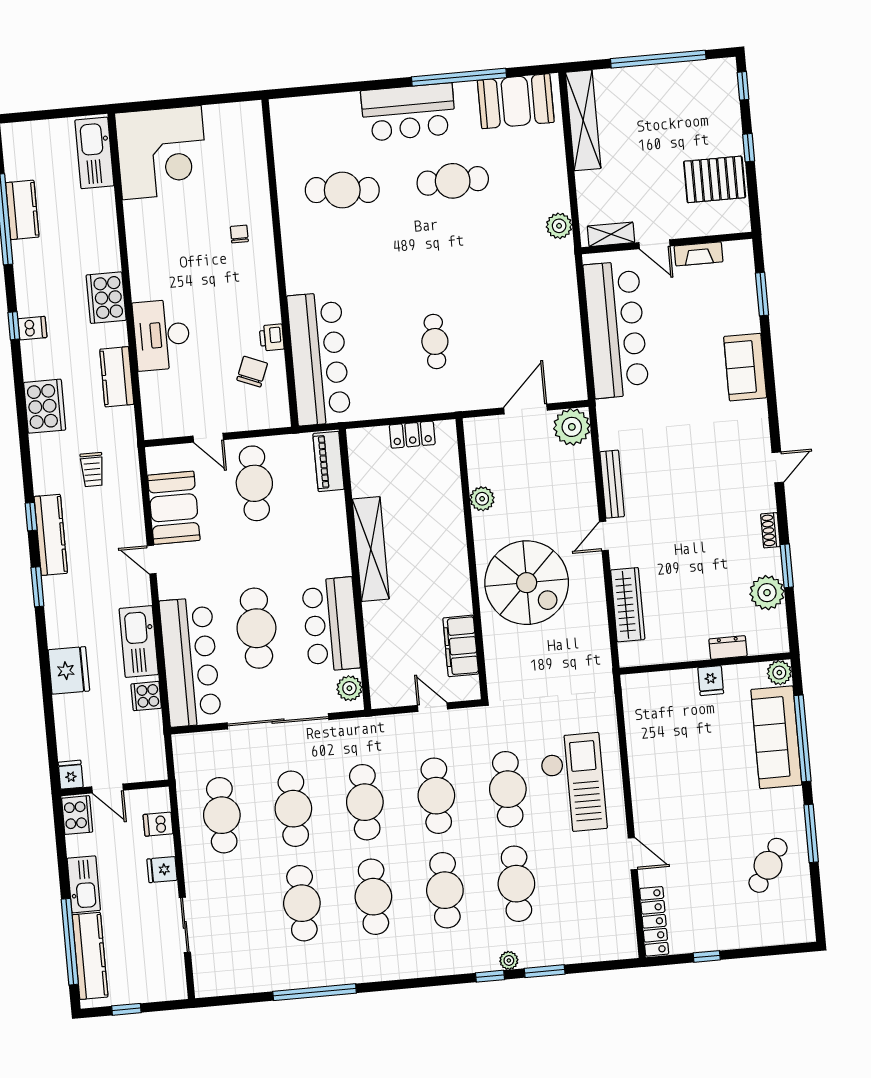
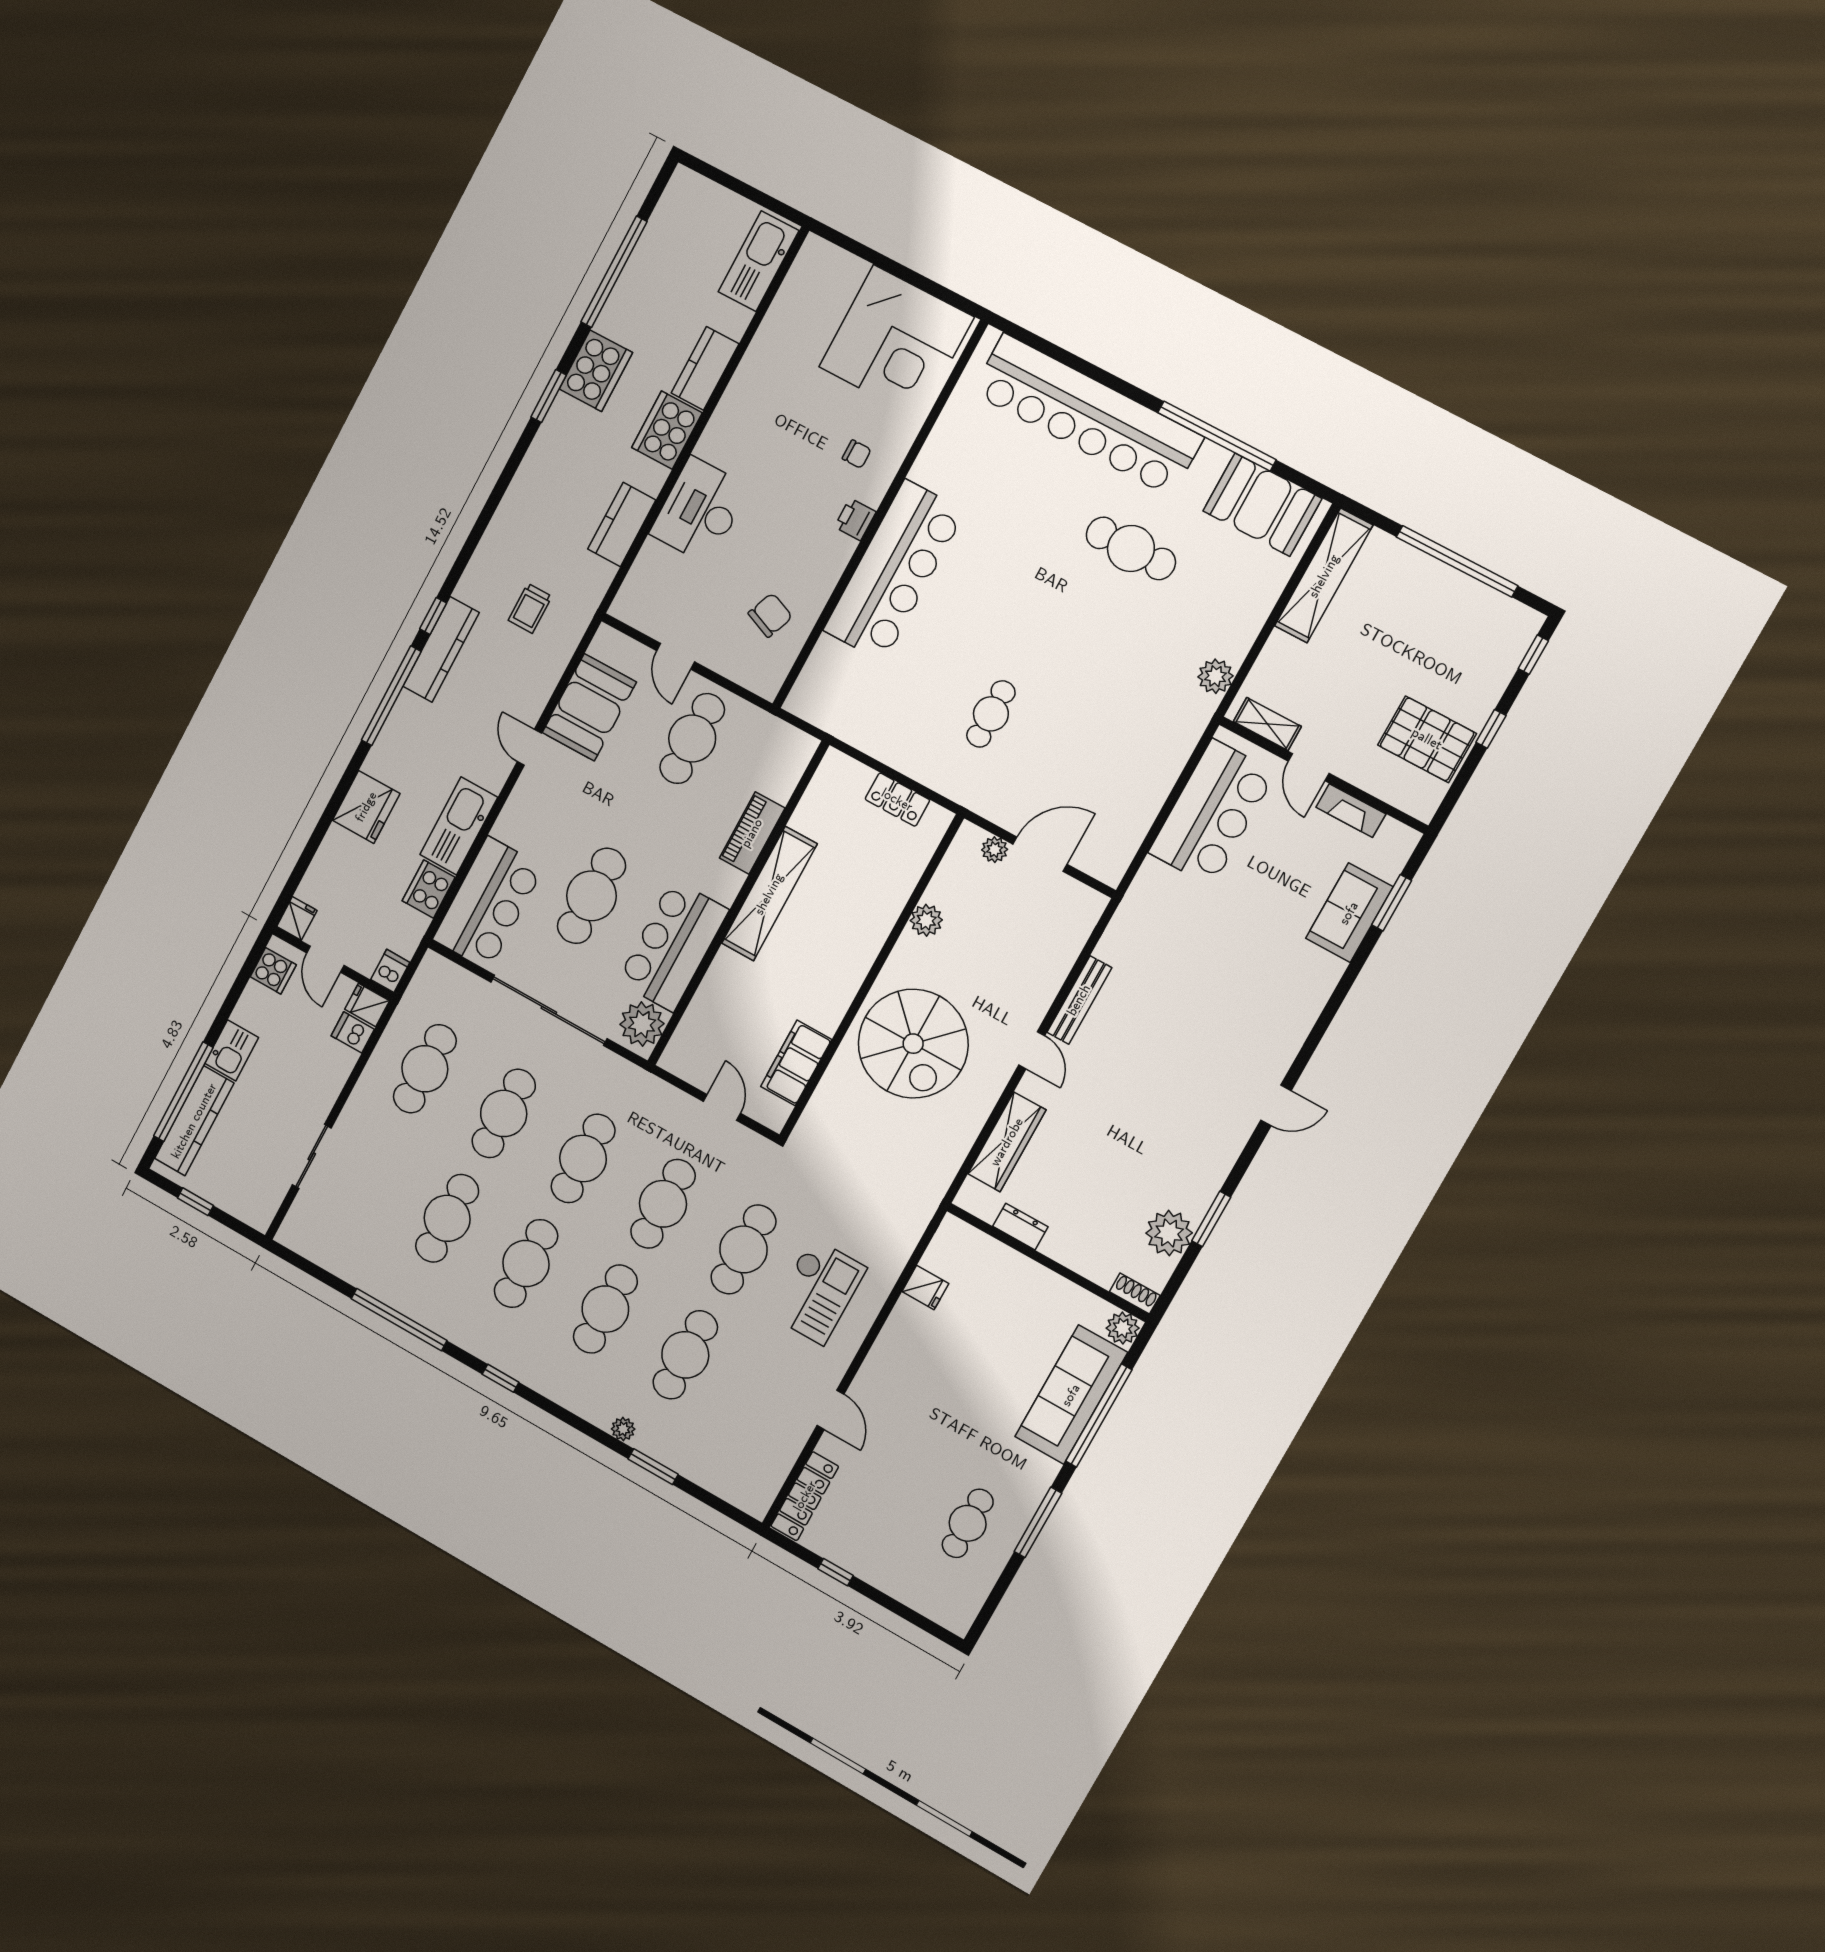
bar counter: (408, 112) -> (1087, 415), width x1.86
corner desk: (162, 153) -> (896, 342), moved
cafe table: (342, 190) -> (1002, 479), removed
kitchen counter: (22, 210) -> (705, 368), moved, turned 180
chair: (239, 234) -> (857, 454), turned 90
window: (14, 326) -> (549, 396), width x1.50
dishwasher: (32, 328) -> (390, 971), moved, turned -90
bar counter: (616, 330) -> (1212, 813), width x0.73
printer: (272, 337) -> (855, 519), moved
bar counter: (319, 359) -> (894, 571), moved
sofa: (745, 367) -> (1349, 913), moved
cooker: (45, 406) -> (596, 371), moved
plant: (572, 427) -> (995, 850), moved, width x0.53, depth x0.53
piano: (328, 461) -> (752, 833), moved
shoe rack: (770, 530) -> (1135, 1294), moved, turned 90
door: (604, 536) -> (1032, 1050), swing flipped
window: (37, 587) -> (391, 696), width x2.11
dresser: (728, 648) -> (1020, 1227), moved
bar counter: (190, 662) -> (488, 903), width x0.73
fridge: (711, 681) -> (925, 1288), moved, turned -90
plant: (349, 688) -> (642, 1024), width x1.36, depth x1.36
cooker: (146, 696) -> (429, 889), width x1.36
checkout: (573, 783) -> (818, 1291), width x0.73, depth x0.83
cooker: (77, 815) -> (273, 971), width x0.73
cafe table: (768, 865) -> (968, 1523), turned -33
fridge: (162, 870) -> (367, 1005), moved
kitchen sink: (84, 884) -> (232, 1050), width x0.73
window: (490, 976) -> (501, 1378), moved

